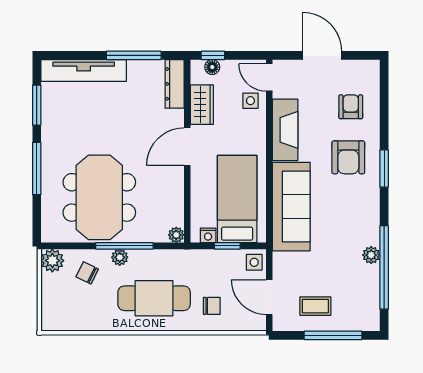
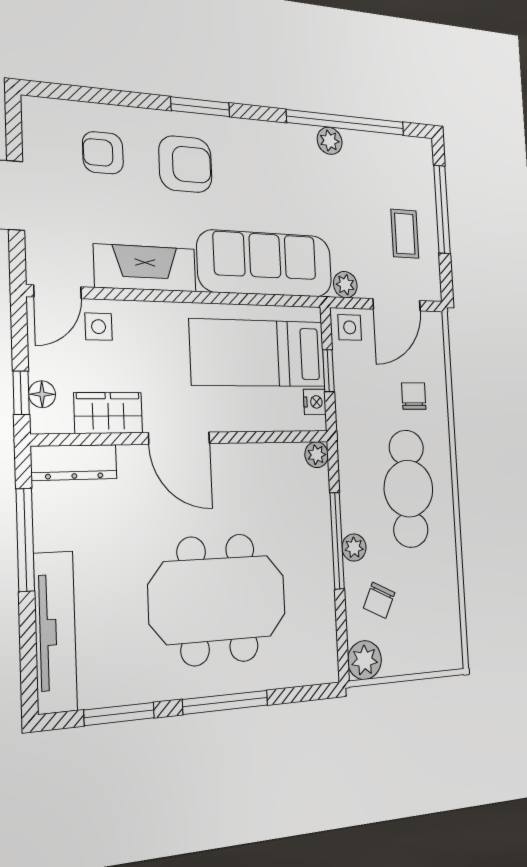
meeting table: (99, 197) -> (218, 599), moved
plant: (281, 261) -> (345, 285), added

